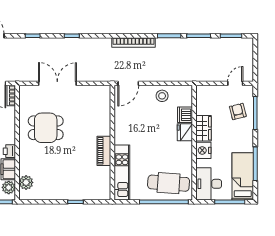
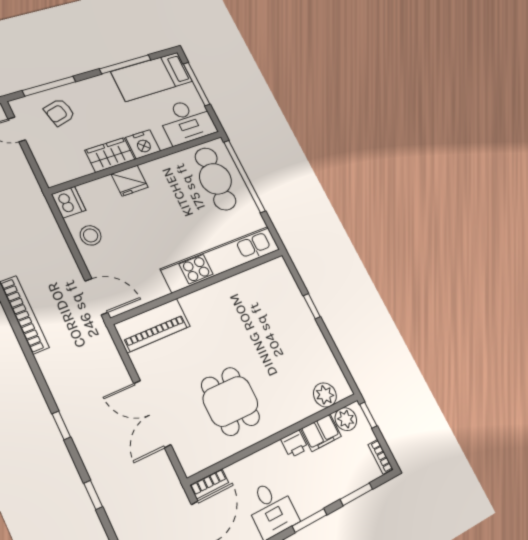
dishwasher: (185, 115) -> (68, 202), moved, turned -90
piano: (104, 151) -> (152, 325), moved, width x1.37, depth x1.33
kitchen unit: (122, 172) -> (221, 259), width x1.36

